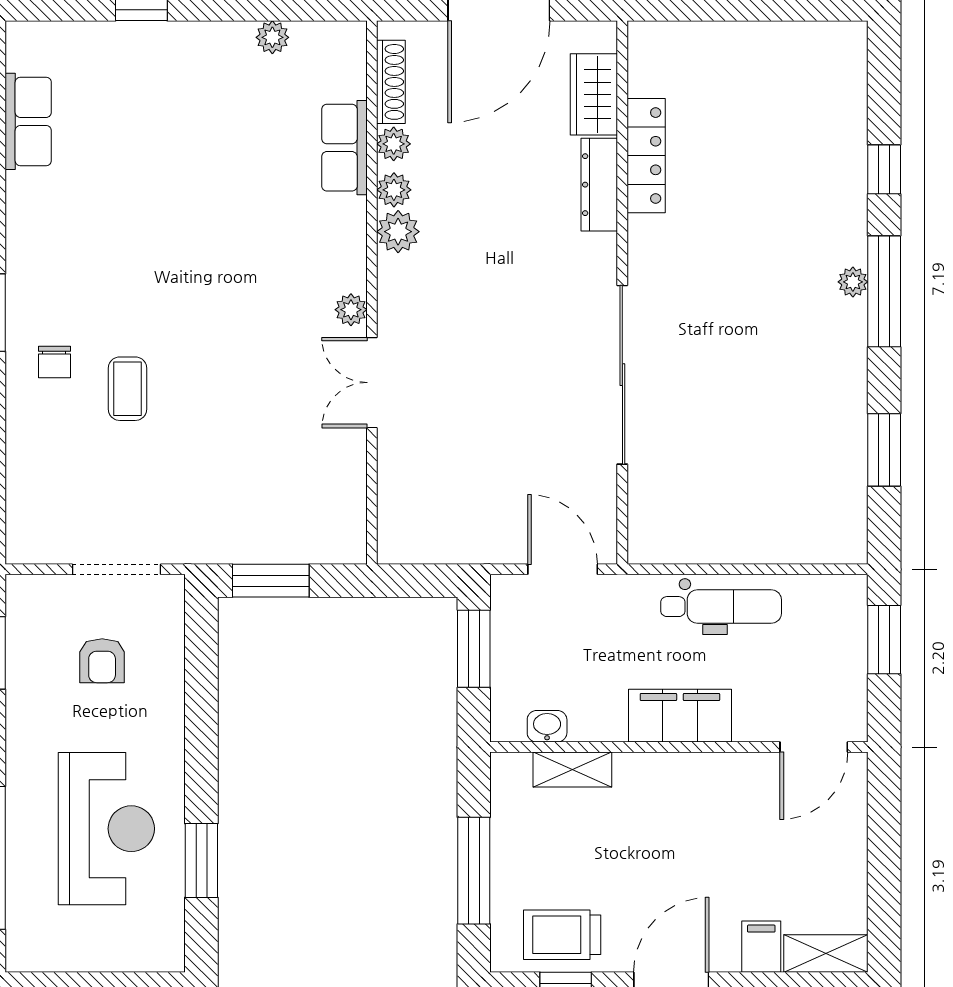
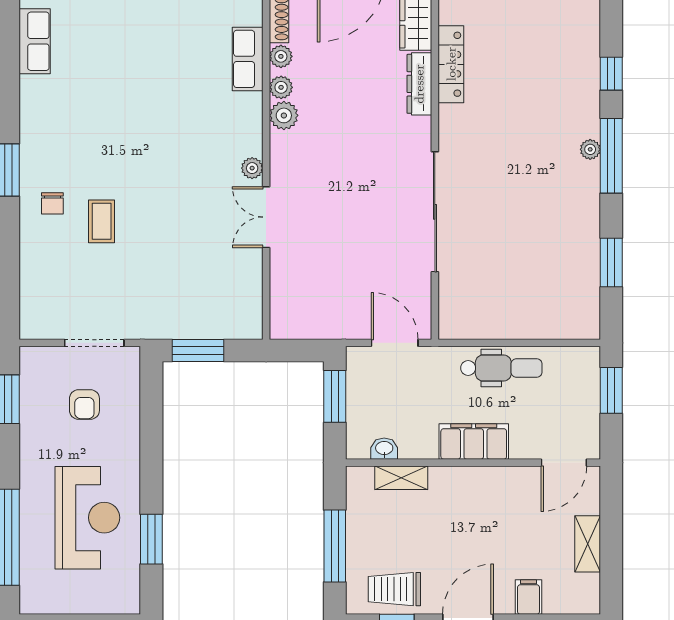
shelving: (826, 954) -> (588, 544), moved, turned 90

